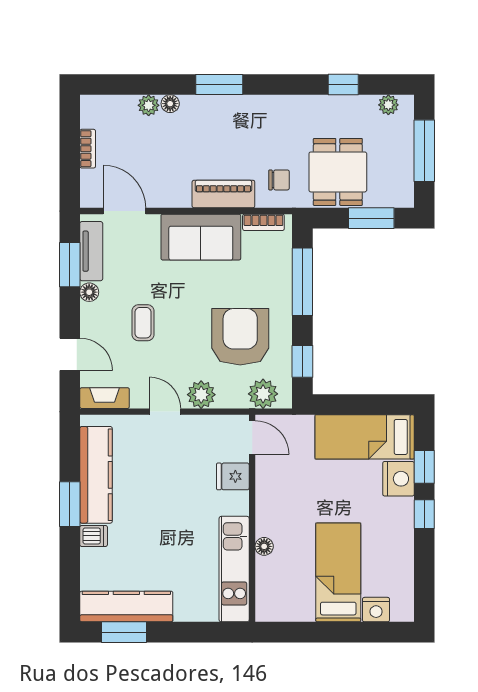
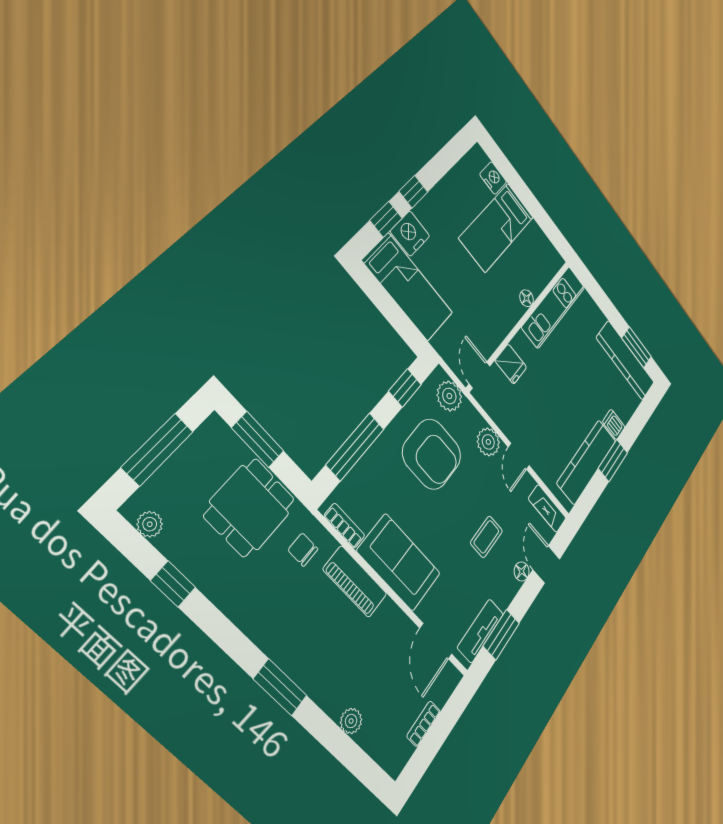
floor lamp: (170, 104) -> (333, 706), removed
floor lamp: (89, 292) -> (522, 571), moved
armchair: (240, 337) -> (432, 454), turned -90

